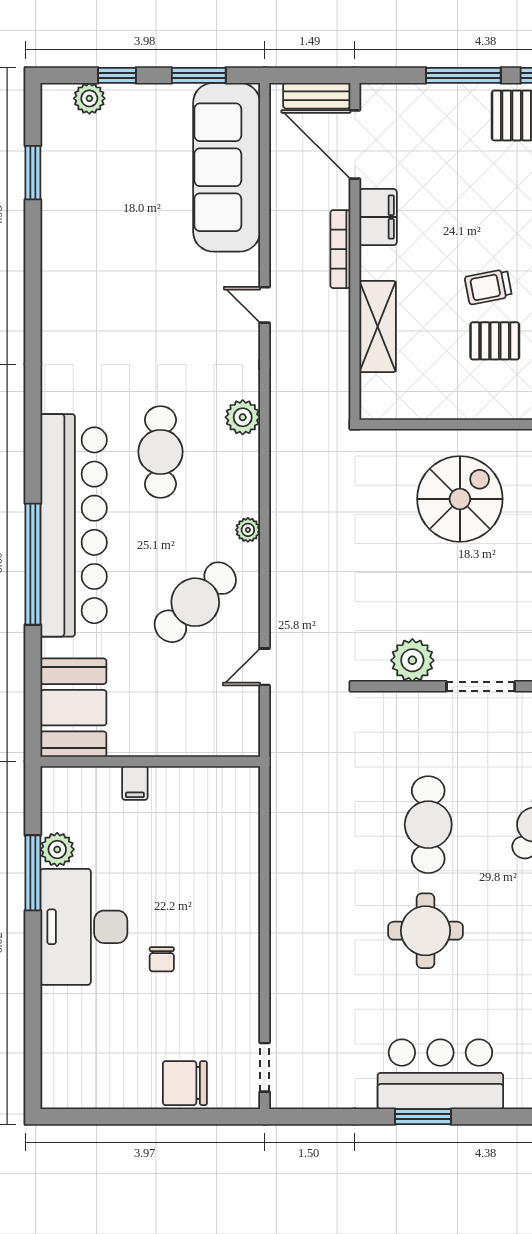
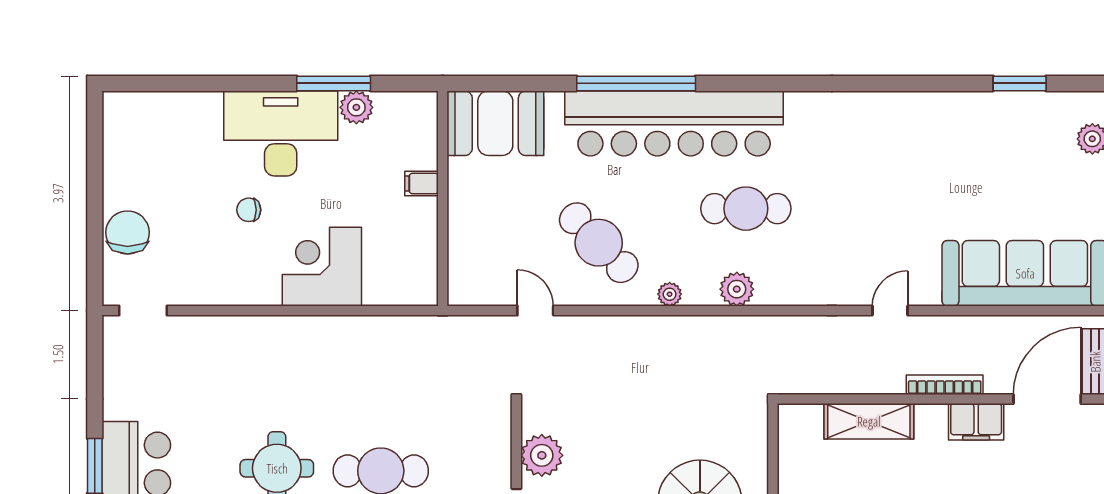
plant: (243, 417) -> (737, 289), moved
corner desk: (220, 885) -> (322, 267), added

